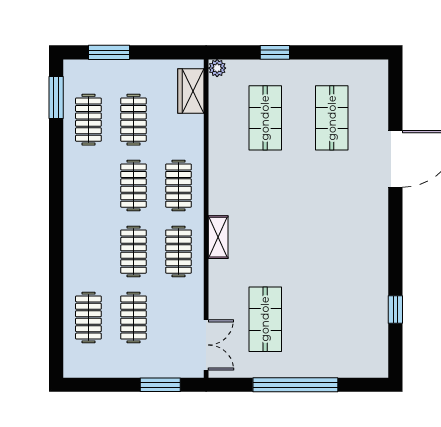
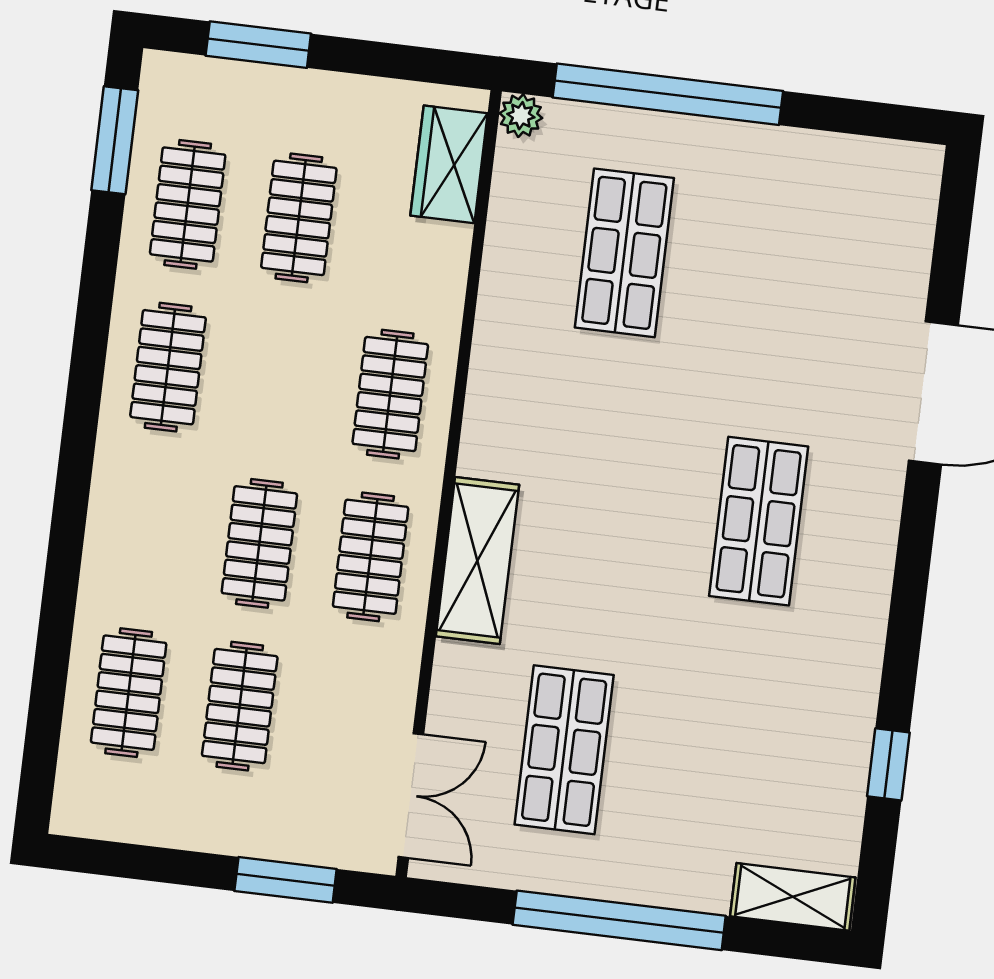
window: (275, 52) -> (668, 94), width x3.17
shop shelf: (332, 118) -> (759, 521), moved
clothes rail: (133, 186) -> (168, 367), moved
shelving: (218, 237) -> (477, 561), width x1.50, depth x1.33
shelving: (364, 367) -> (793, 897), added

